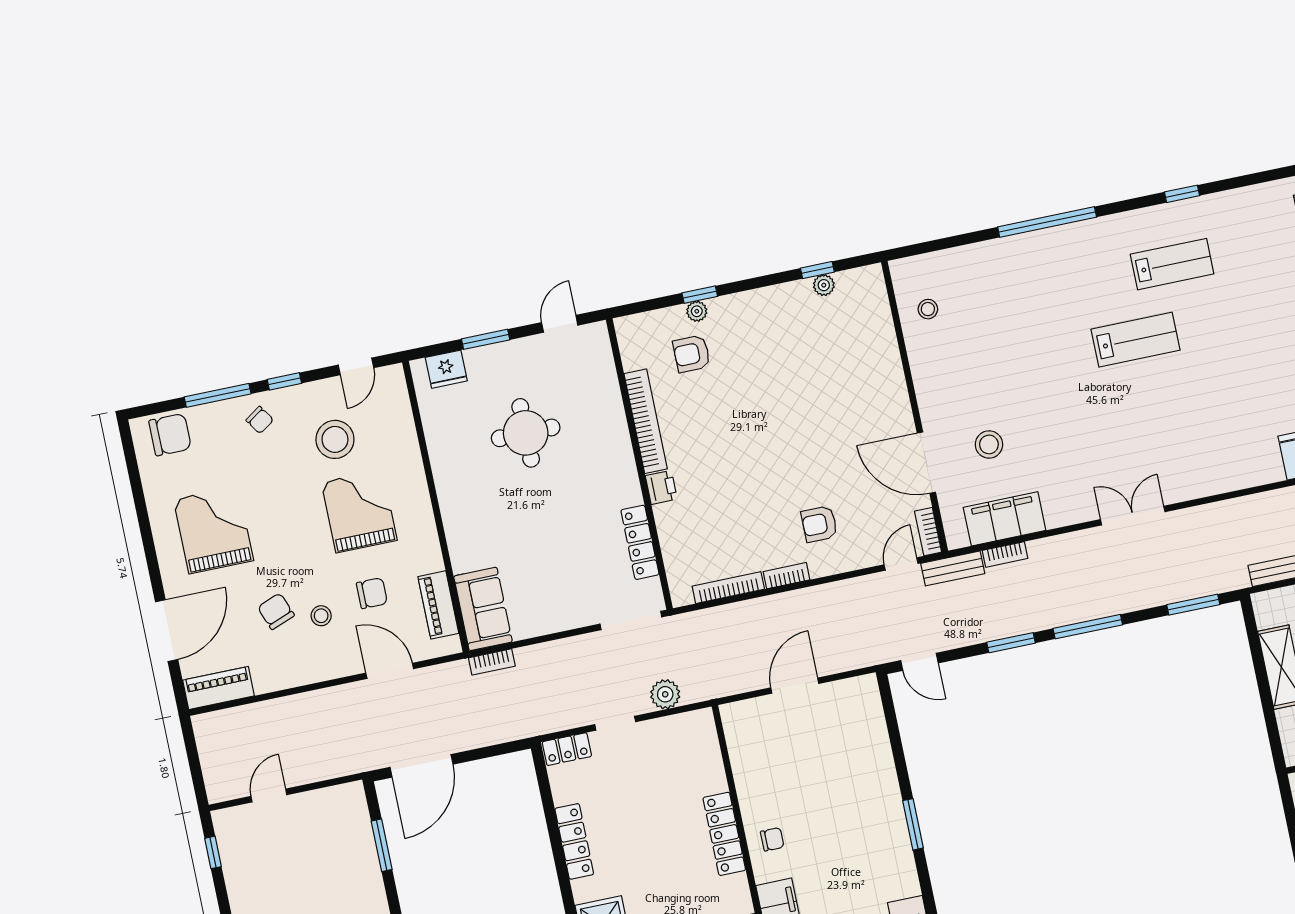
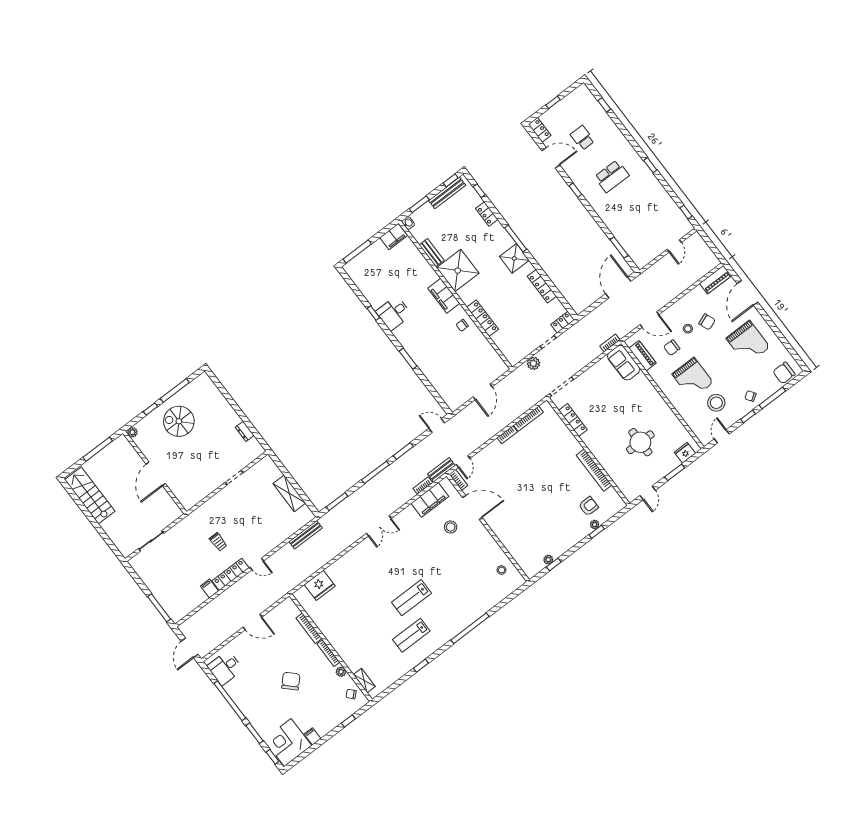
printer: (661, 487) -> (575, 446), removed
armchair: (819, 524) -> (504, 462), removed

